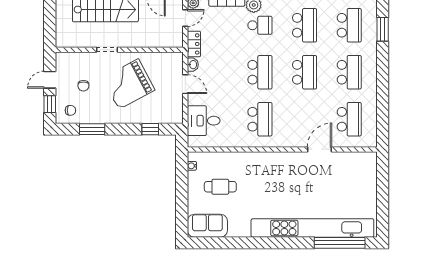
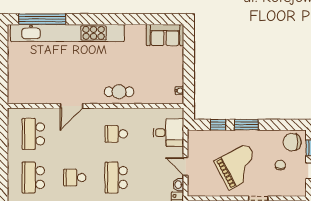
school desk: (305, 72) -> (75, 178), width x0.54
chair: (70, 110) -> (292, 142), width x1.87, depth x1.87
school desk: (260, 119) -> (116, 134), width x0.54
window: (92, 129) -> (246, 125), moved
door: (320, 149) -> (71, 106), moved
cafe table: (220, 187) -> (119, 92), moved

